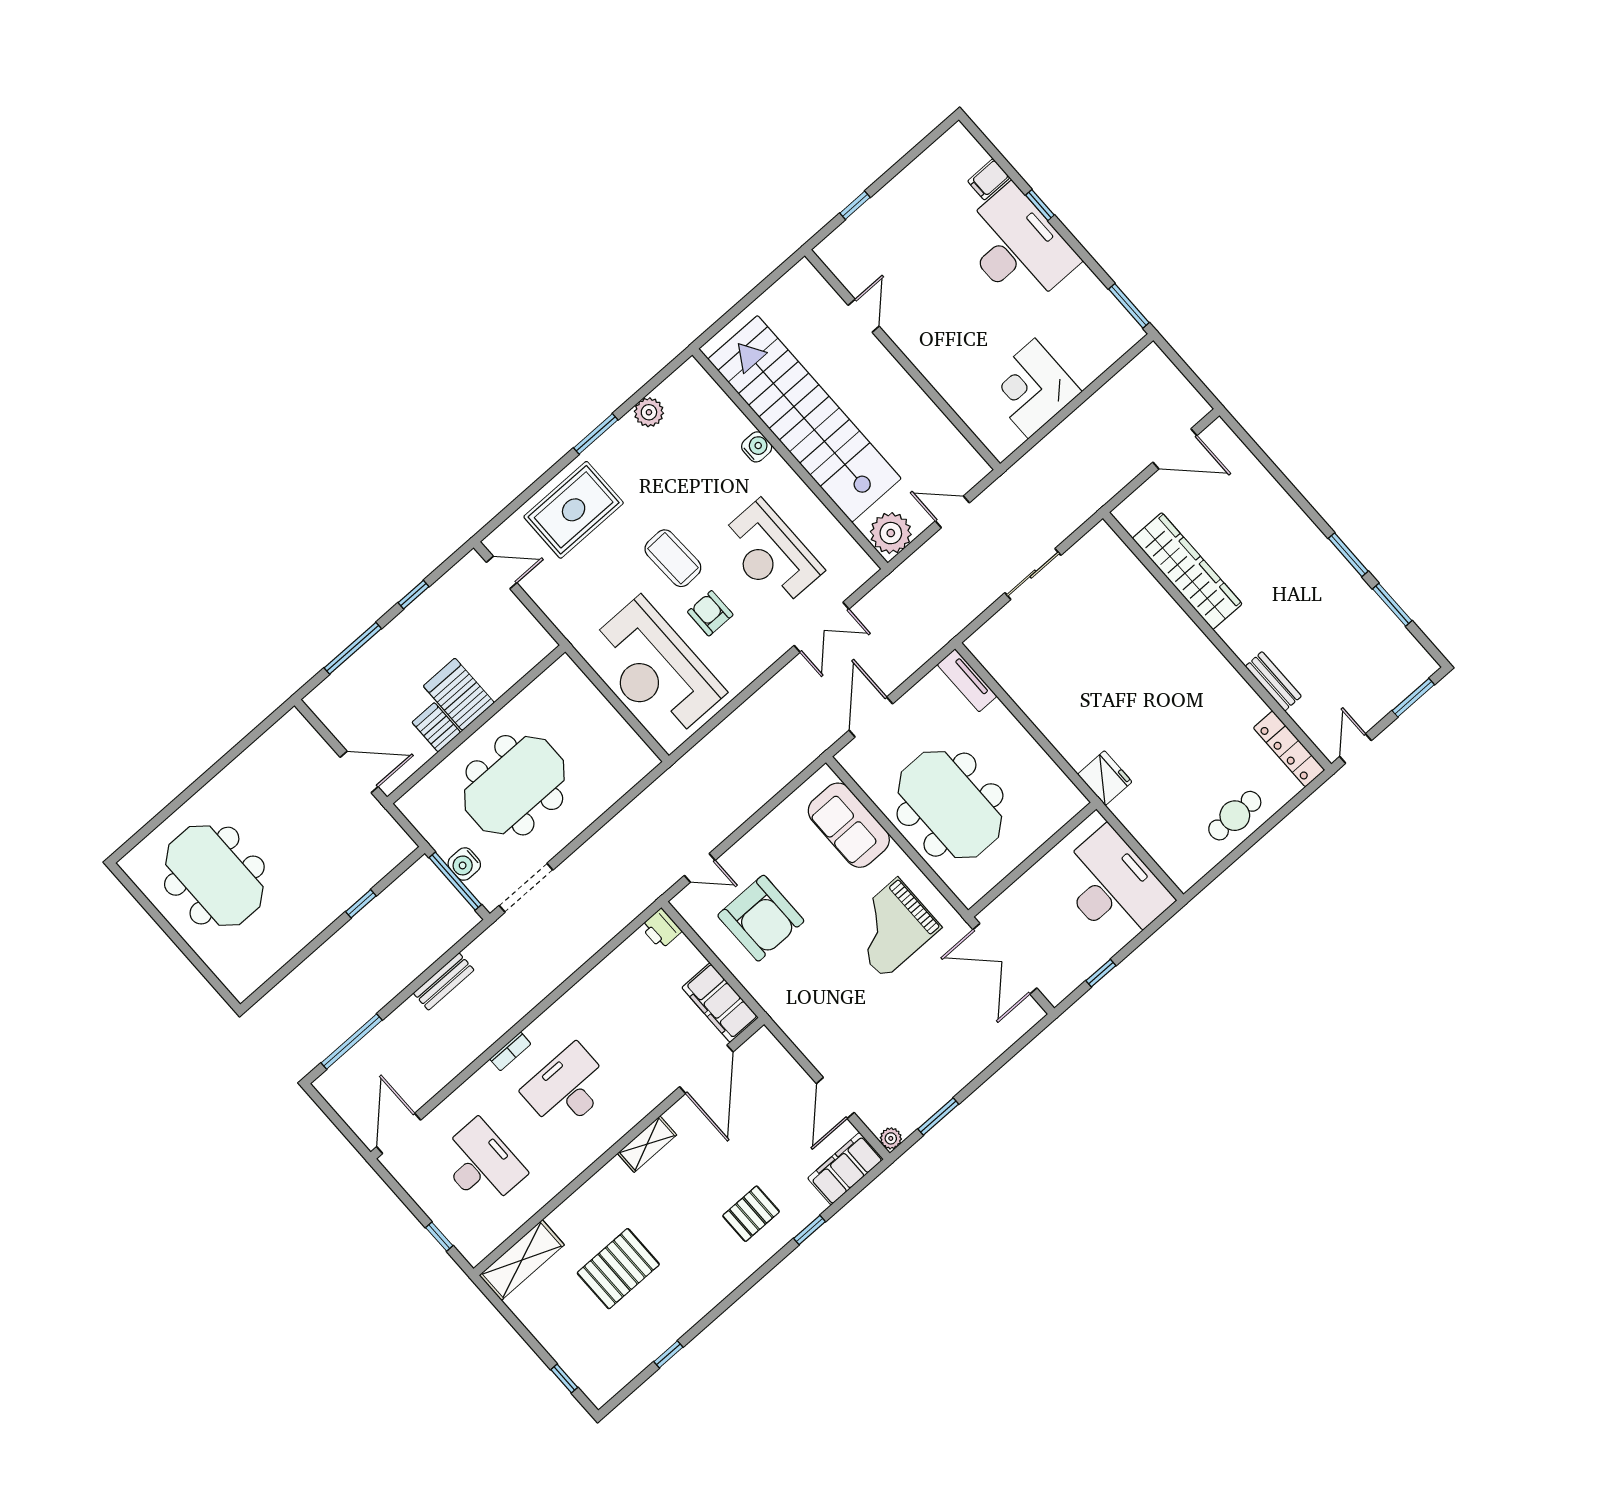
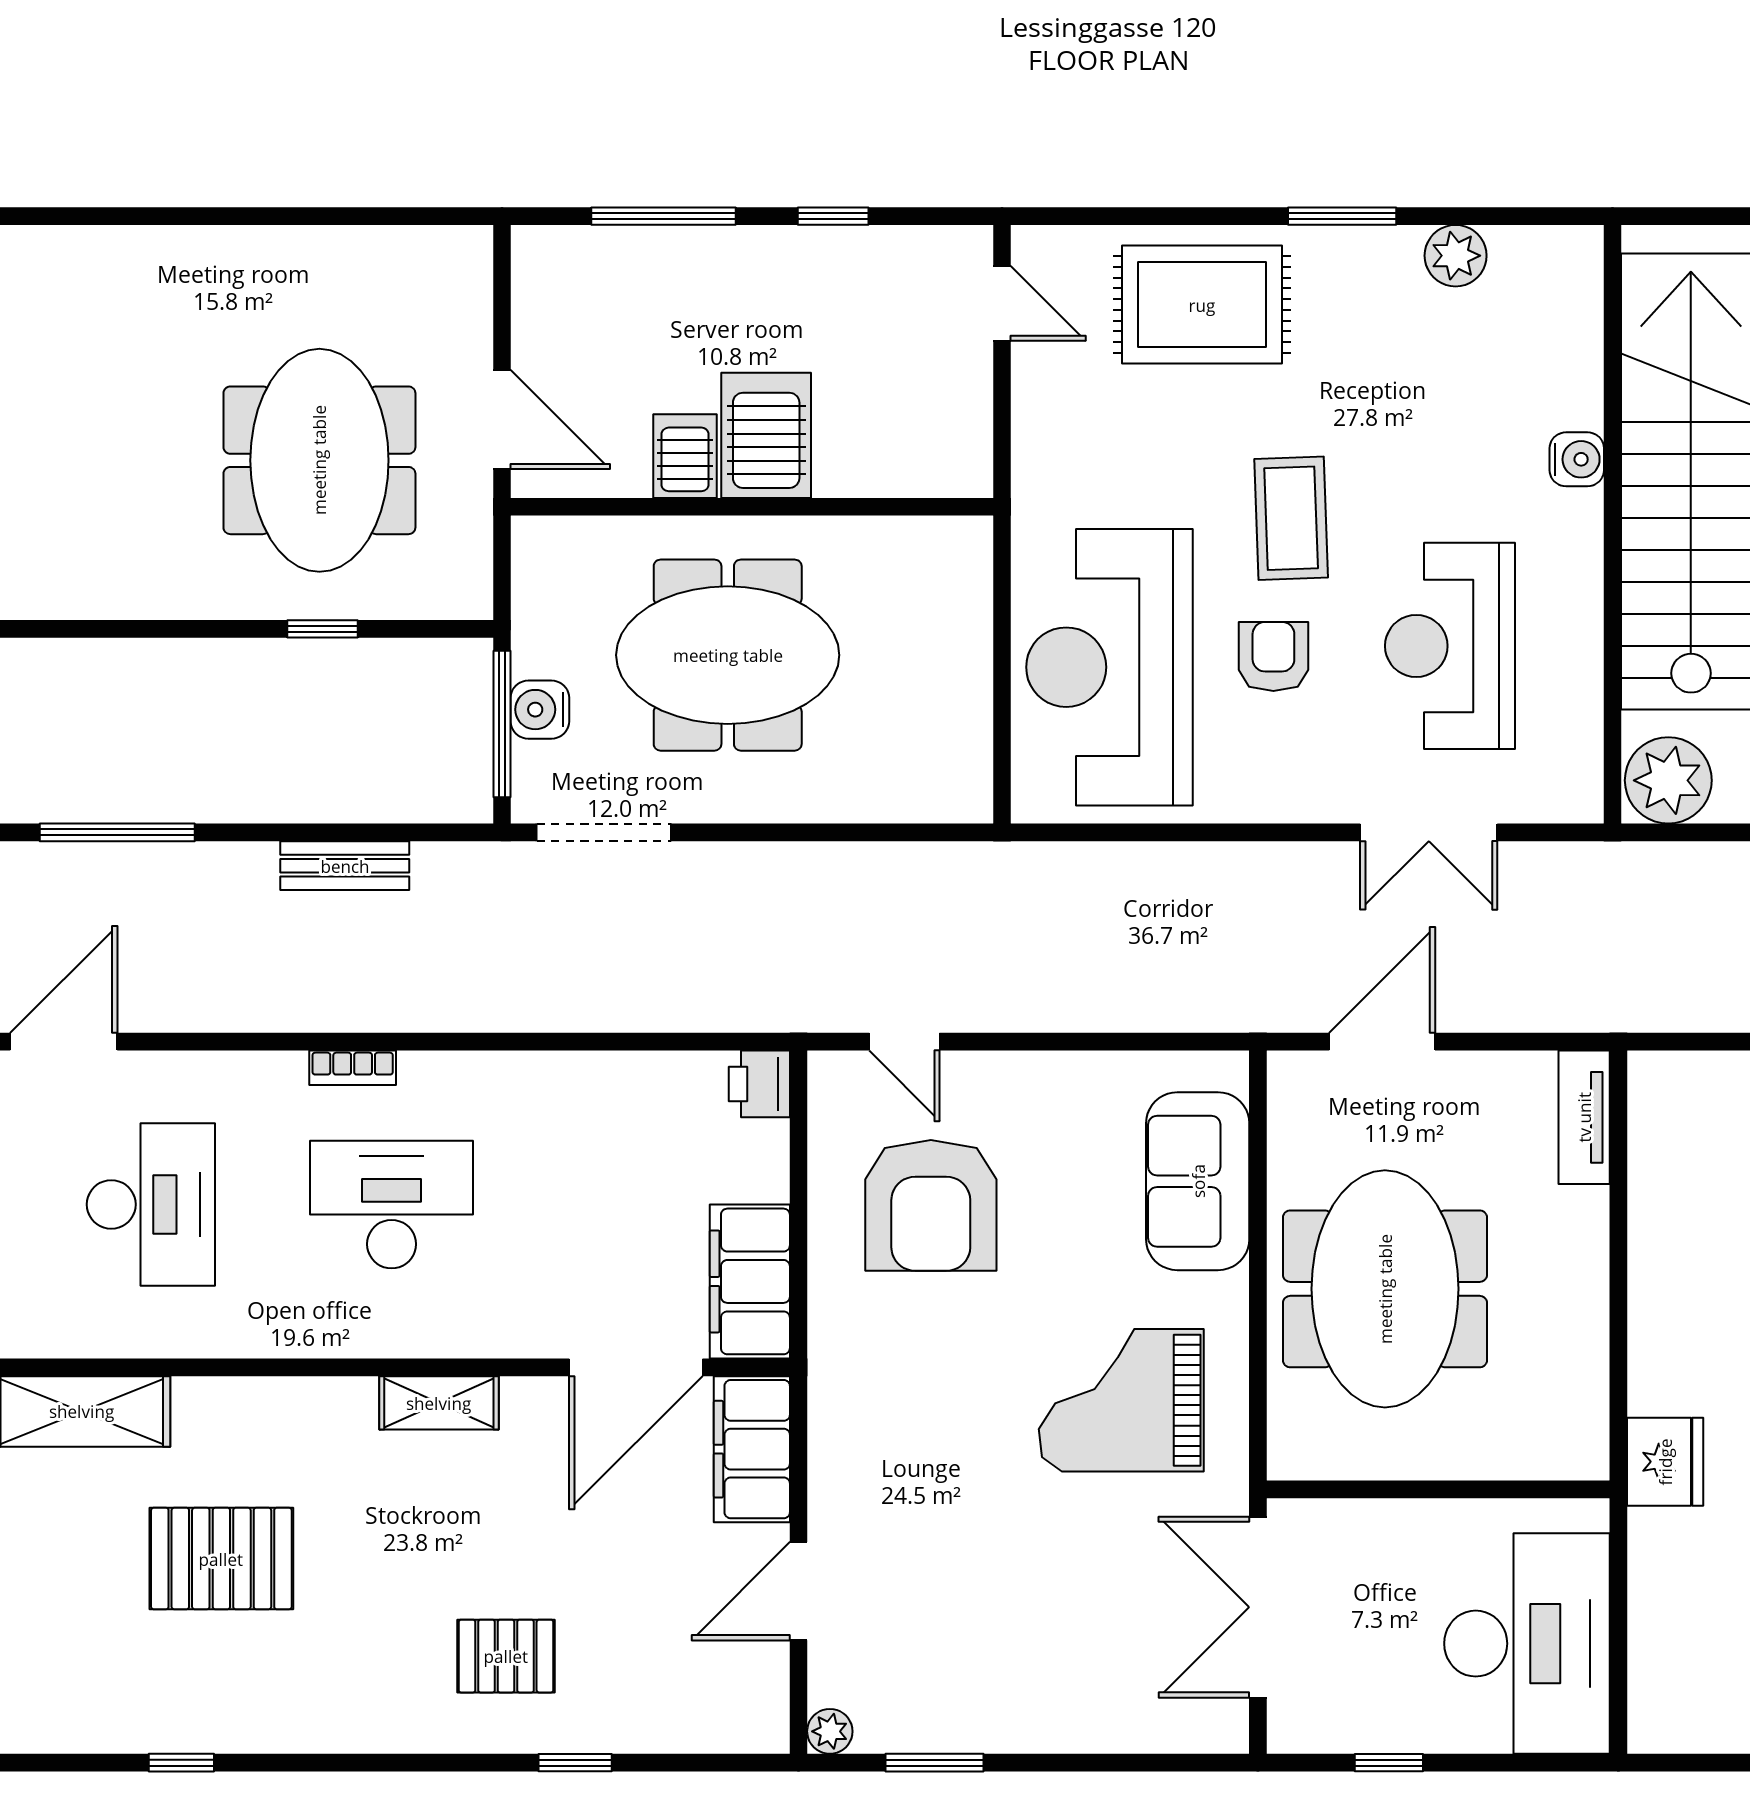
meeting table: (214, 876) -> (319, 460), moved
filing cabinet: (845, 1169) -> (752, 1449), moved, turned -90

